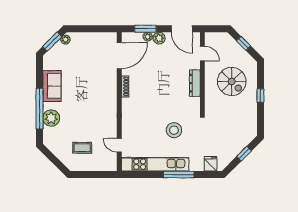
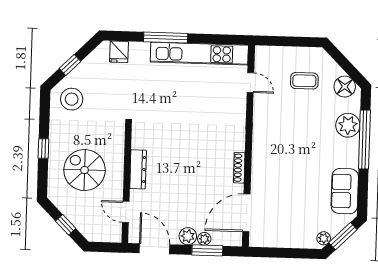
sofa: (52, 86) -> (345, 191), moved
stool: (174, 130) -> (72, 99), moved
floor lamp: (54, 145) -> (345, 87), added

